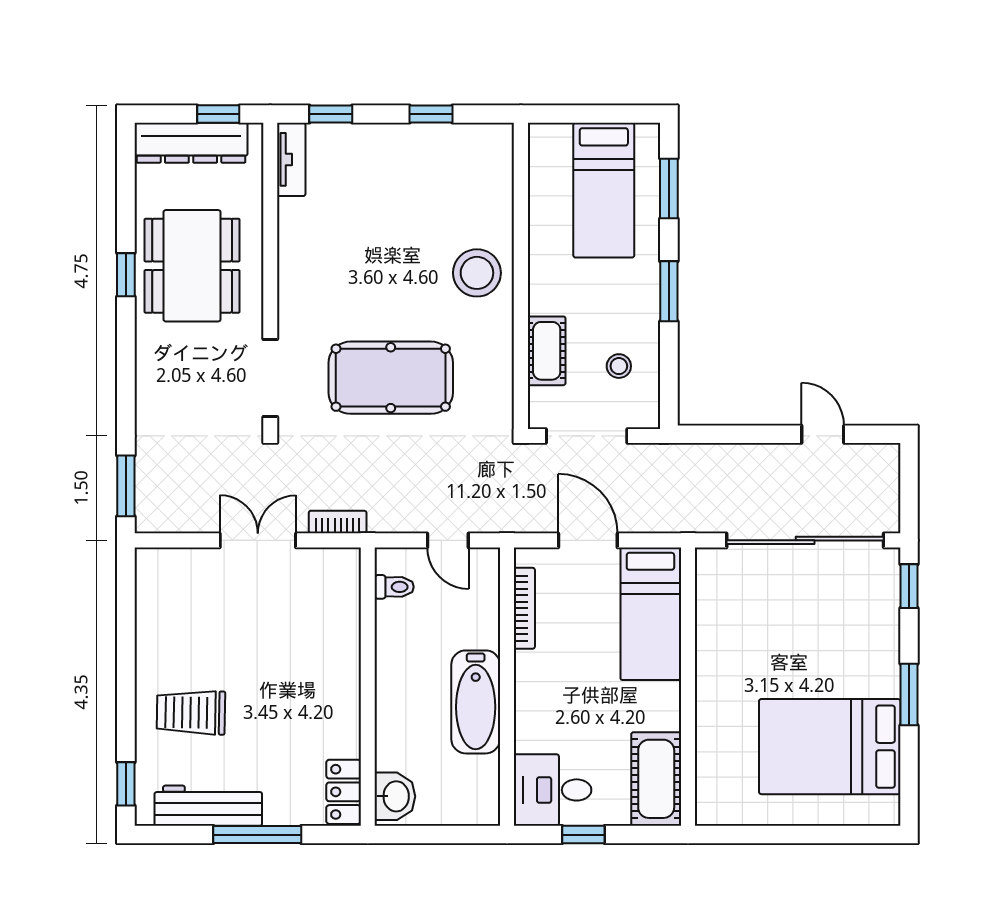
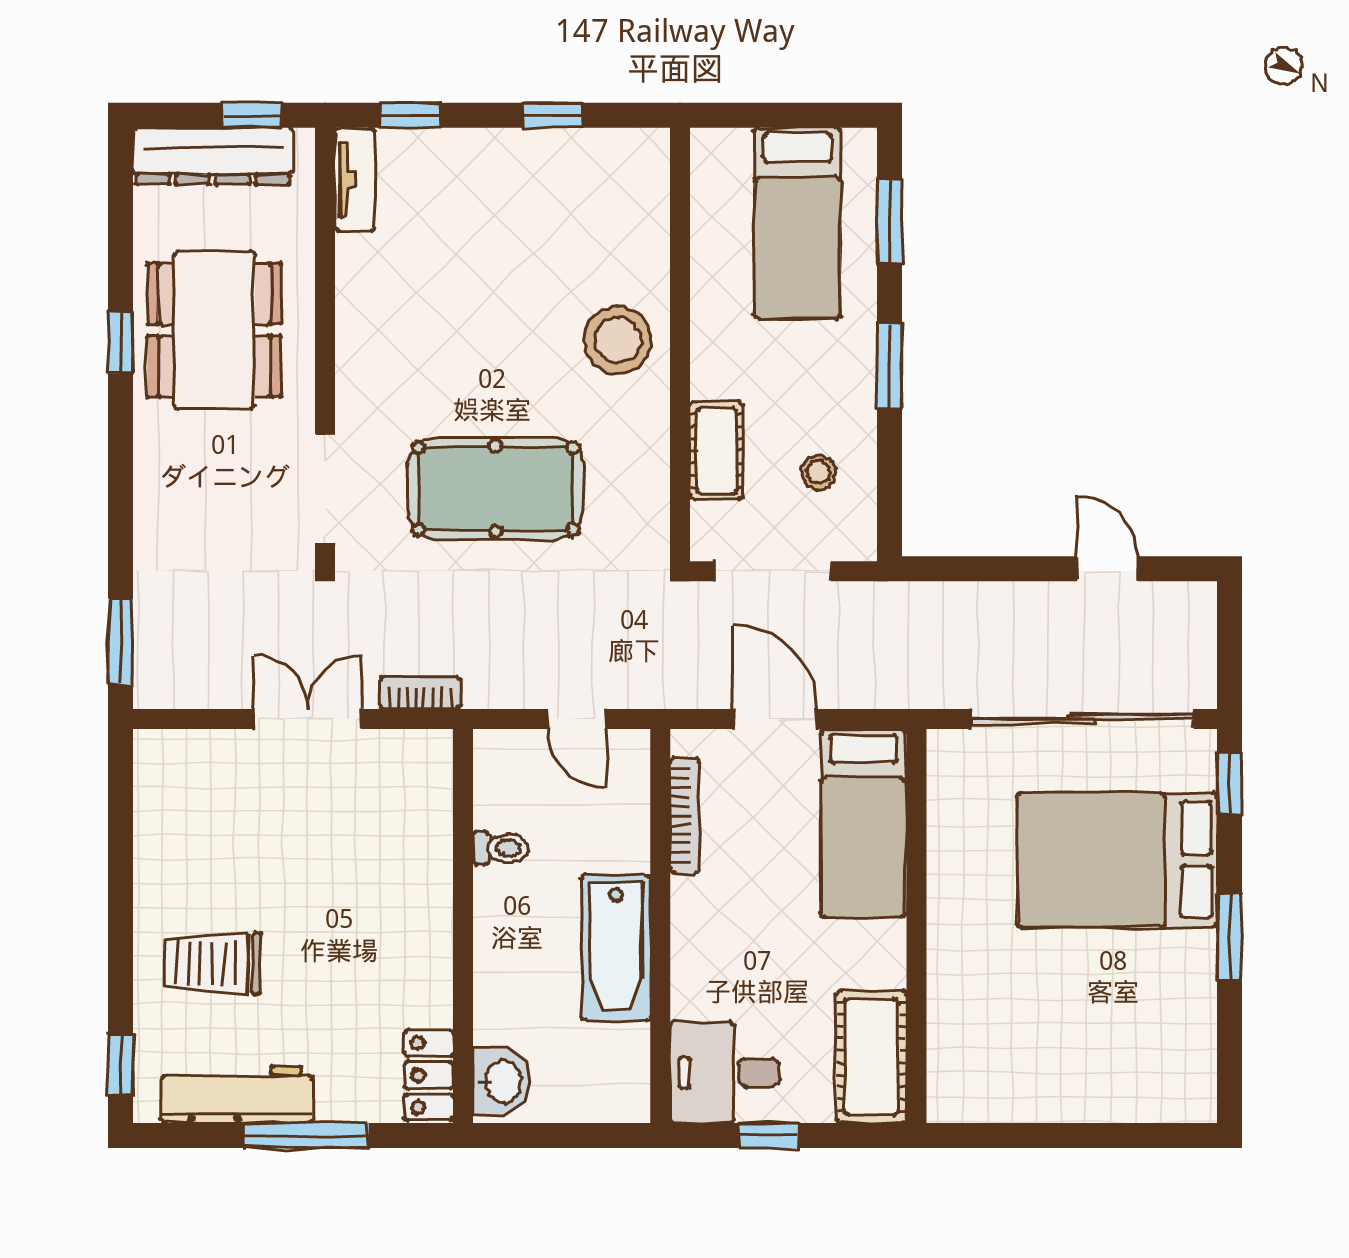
toilet: (394, 587) -> (501, 848), moved
bed: (830, 747) -> (1117, 860), moved

